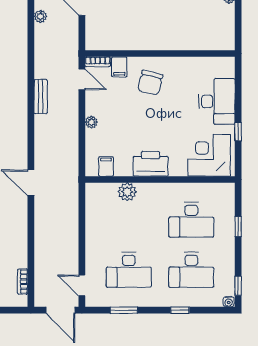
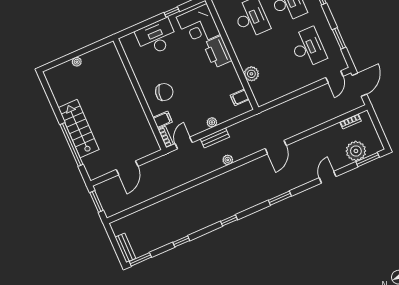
plant: (40, 16) -> (228, 160), moved
bench: (41, 97) -> (215, 138), moved
printer: (151, 164) -> (217, 52), moved

